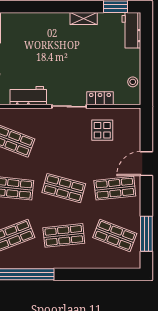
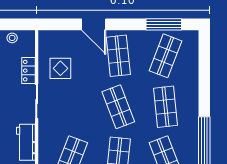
shop shelf: (64, 188) -> (118, 107), turned -36

